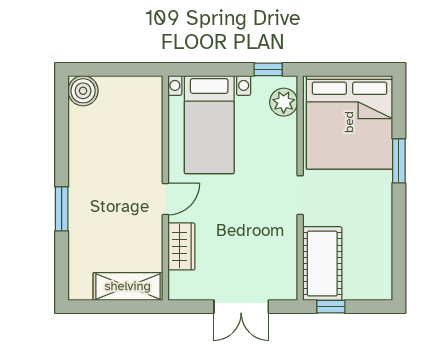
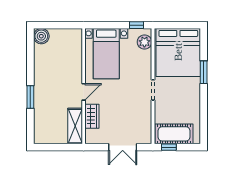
cot: (322, 264) -> (174, 134), moved, turned 90
shelving: (128, 286) -> (75, 126), moved, turned 90

